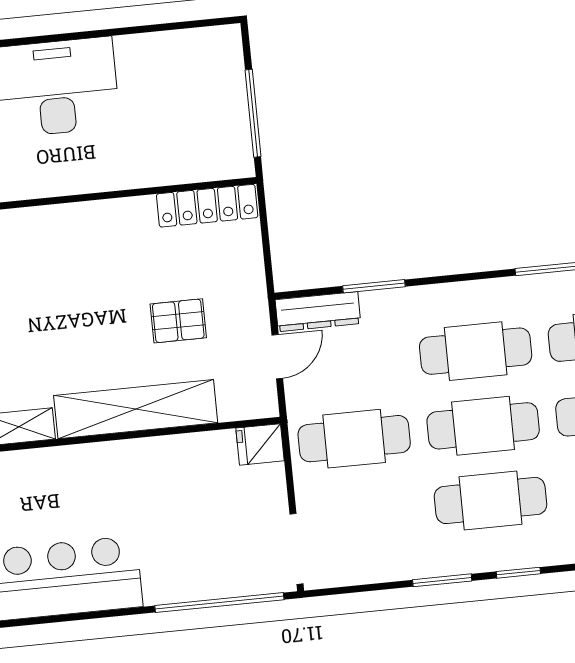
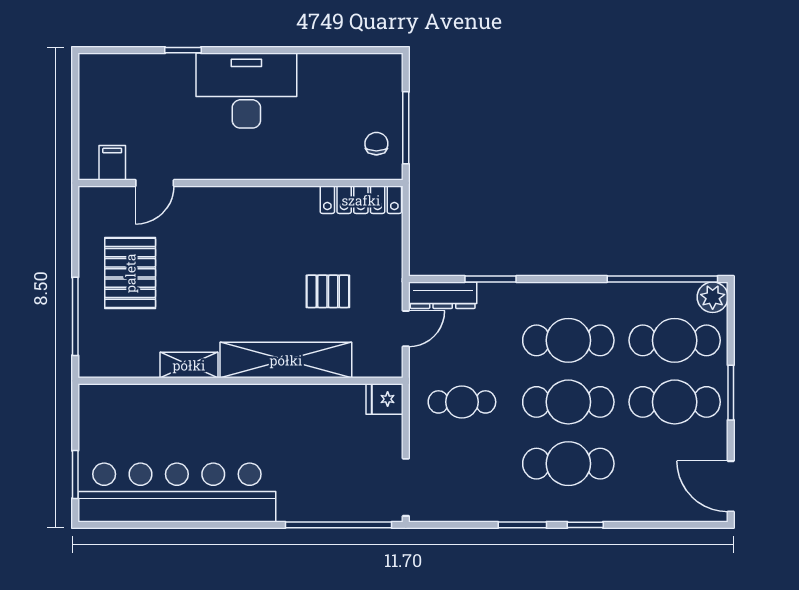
chair: (219, 136) -> (376, 144), added
cafe table: (354, 439) -> (462, 402), width x0.73, depth x0.74

